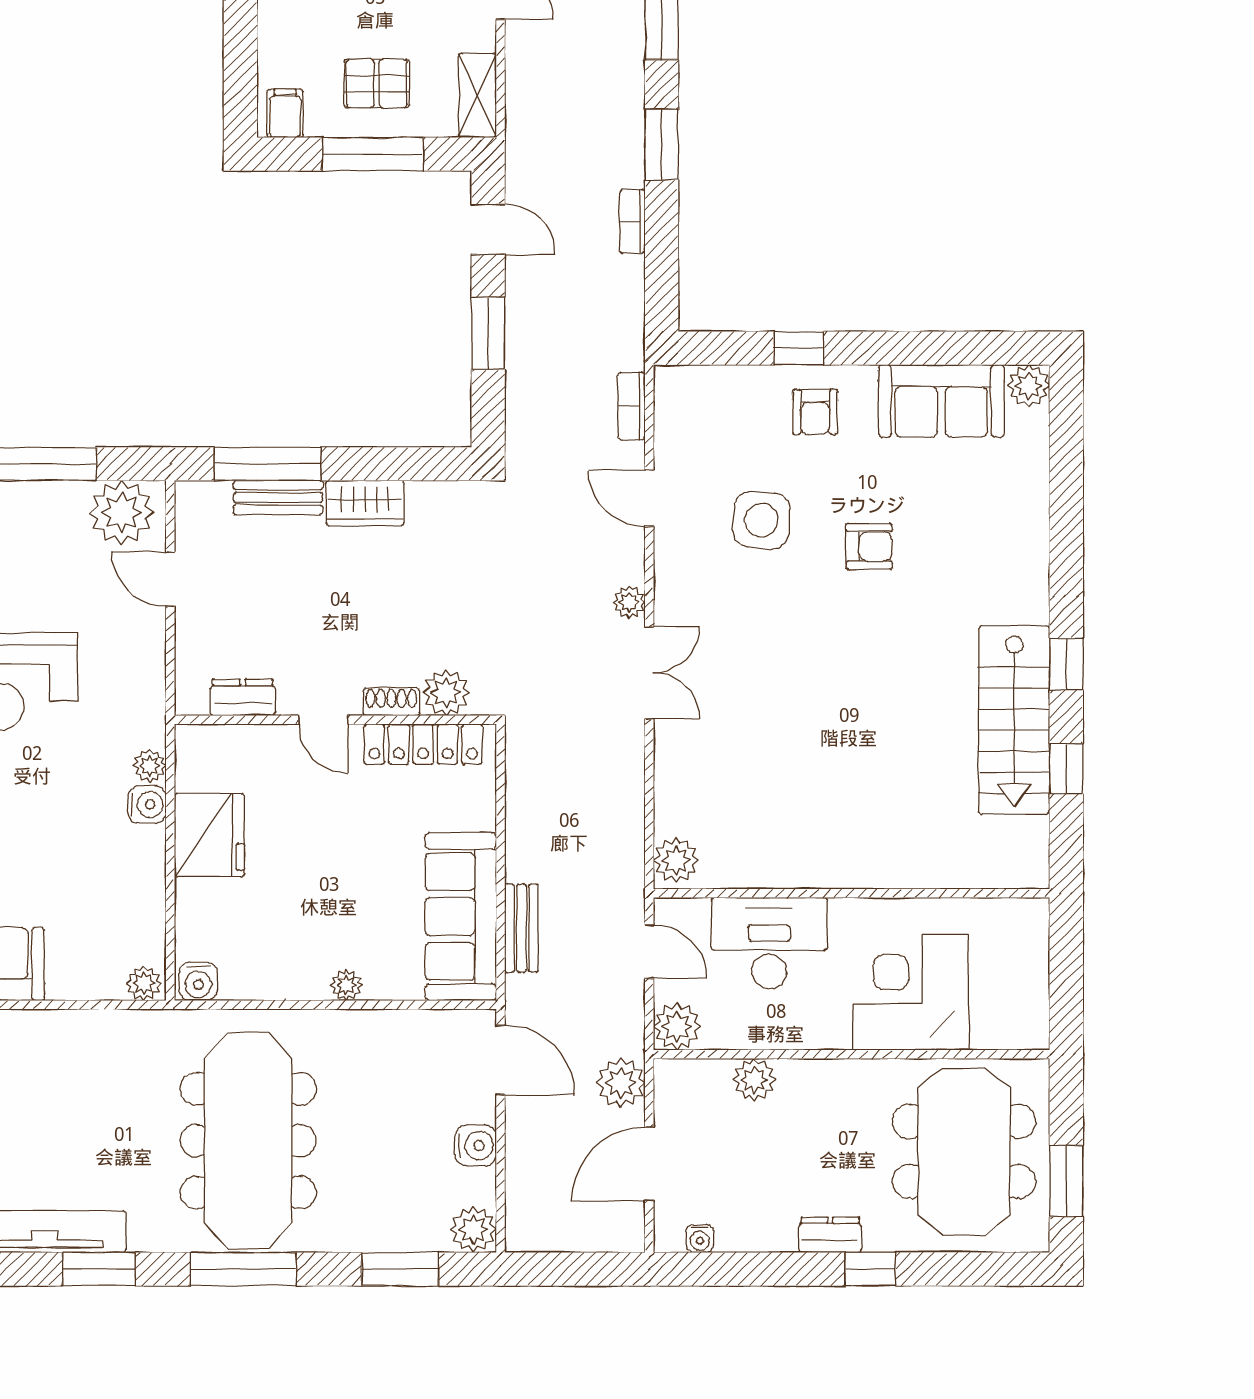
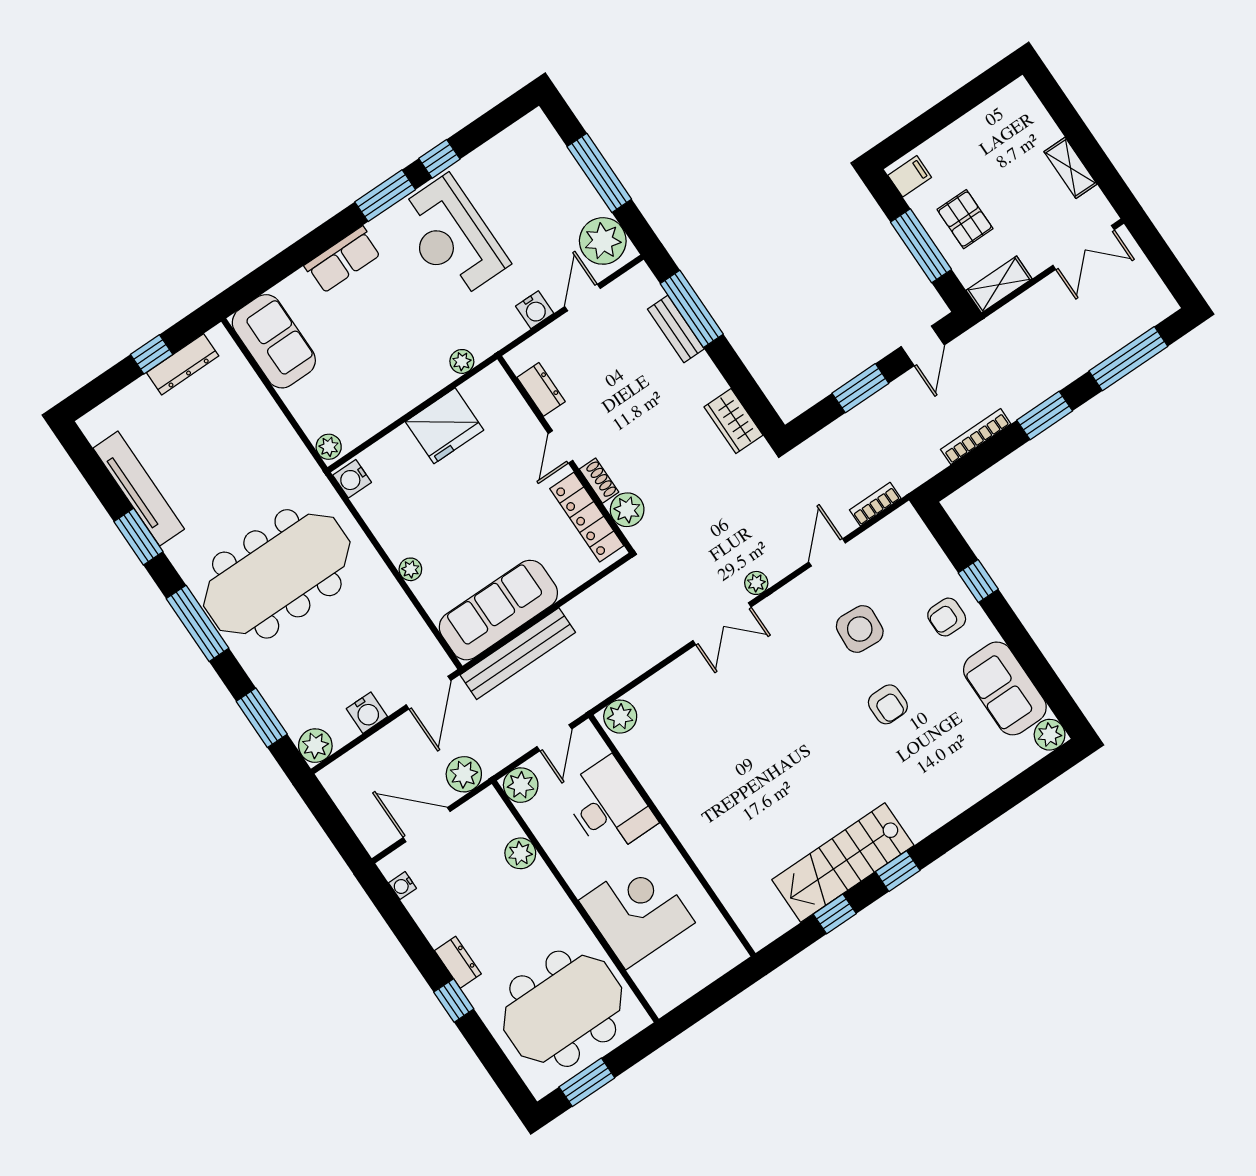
bookcase: (632, 221) -> (976, 437), width x1.56
wardrobe: (365, 503) -> (734, 421), moved
water cooler: (147, 804) -> (535, 310), moved
bench: (522, 928) -> (518, 654), width x1.86, depth x1.21

